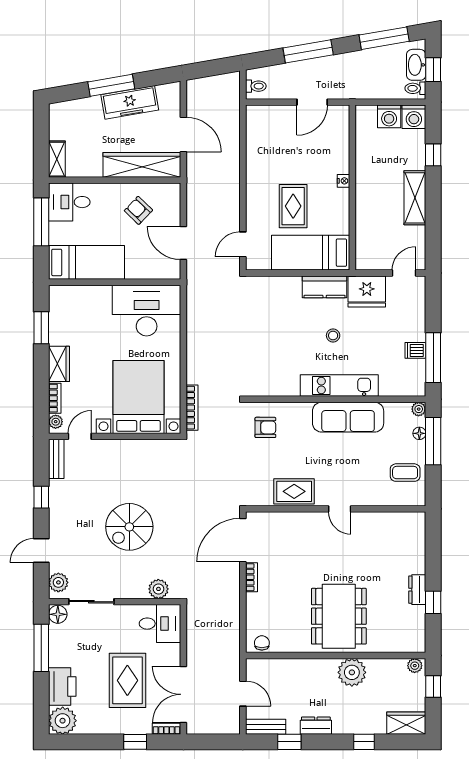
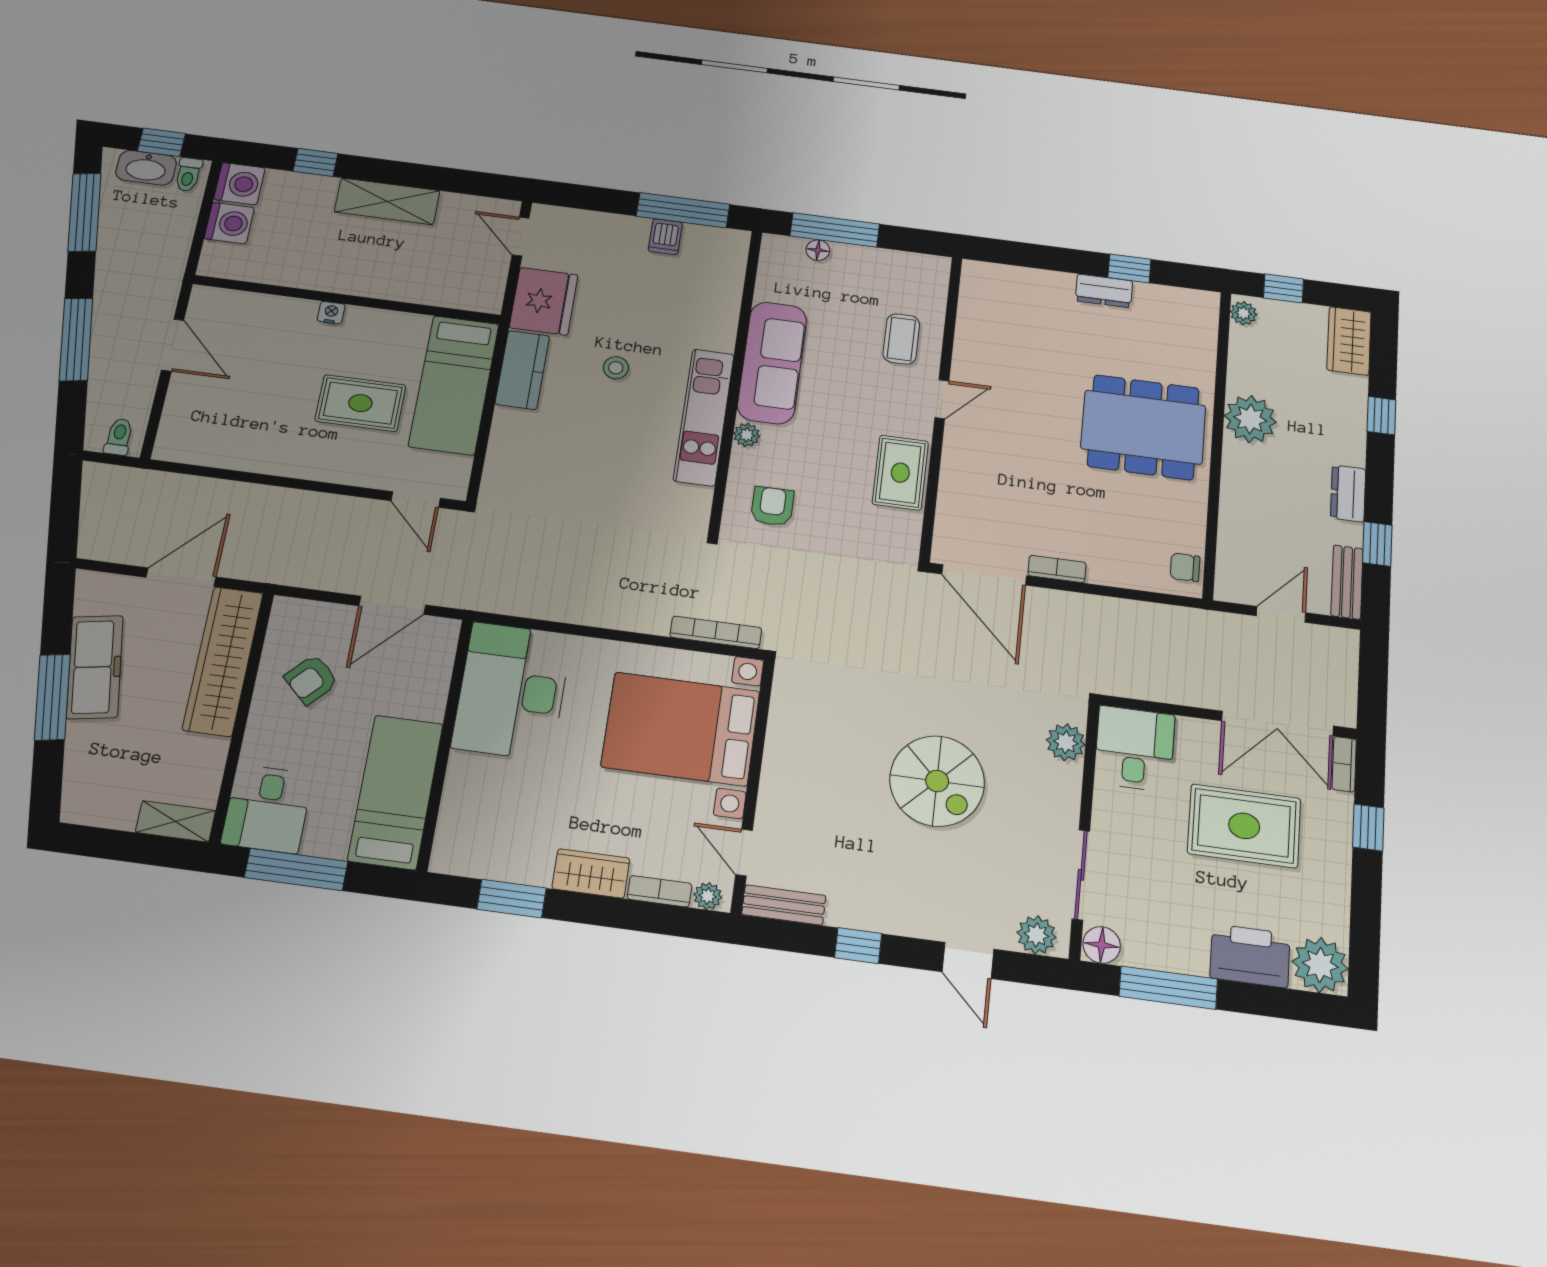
kitchen unit: (339, 386) -> (704, 417), moved
plant: (419, 409) -> (747, 435), moved
coffee table: (405, 473) -> (901, 339), moved

